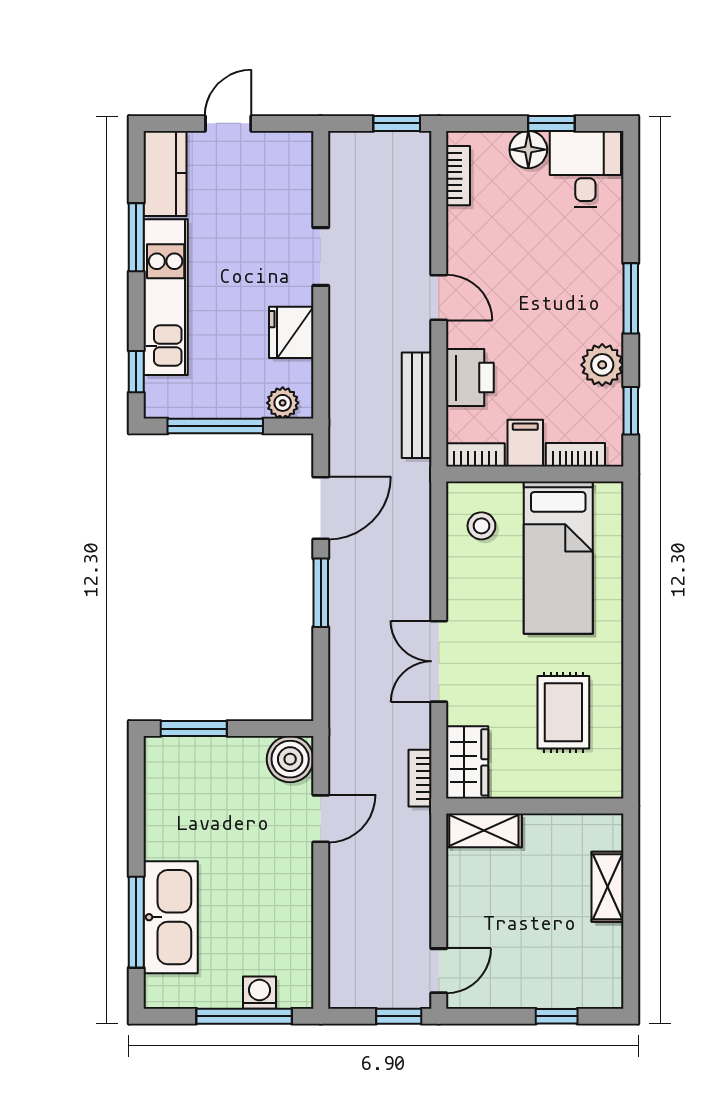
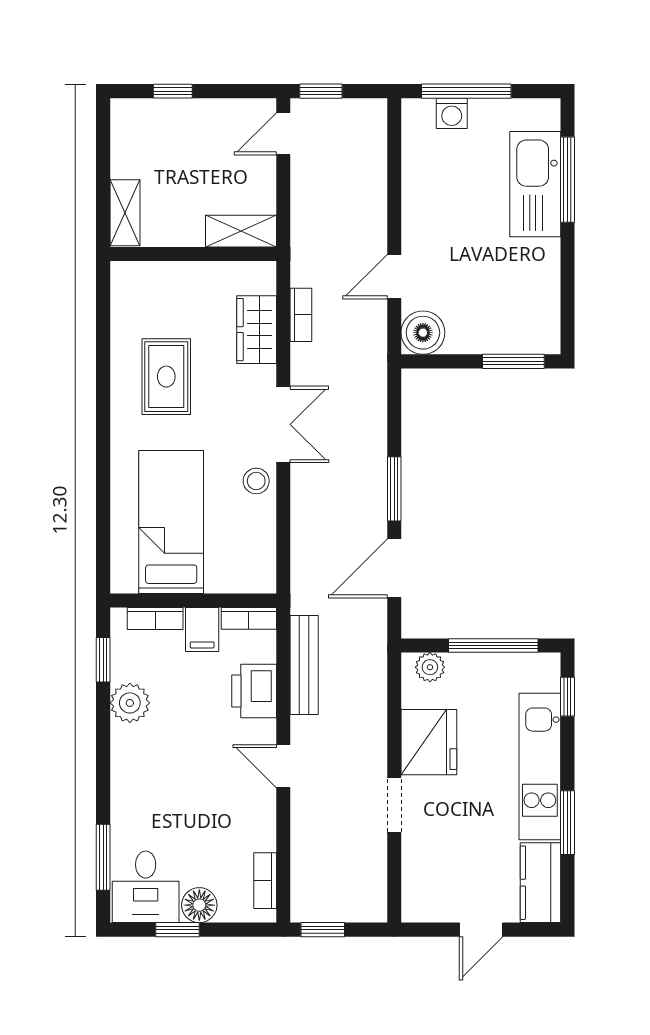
window: (631, 298) -> (103, 857), moved
fridge: (291, 332) -> (429, 742), width x1.36, depth x1.34
stool: (481, 526) -> (256, 481), moved
wall: (535, 806) -> (193, 254), moved
shelving: (484, 830) -> (241, 231), moved

